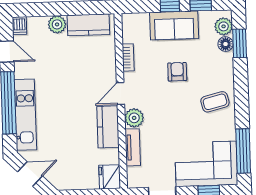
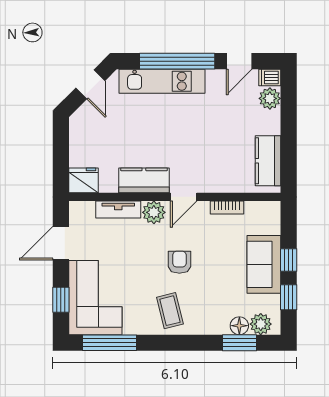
plant: (57, 24) -> (270, 98), moved
armchair: (177, 72) -> (179, 262), moved, turned -90
door: (121, 94) -> (184, 197), swing flipped

